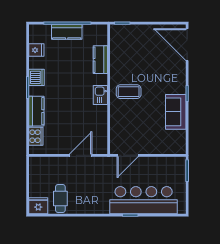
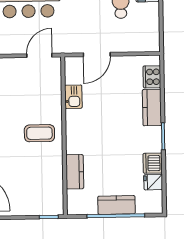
dishwasher: (36, 77) -> (153, 163), moved
kitchen sink: (100, 95) -> (73, 97), moved

